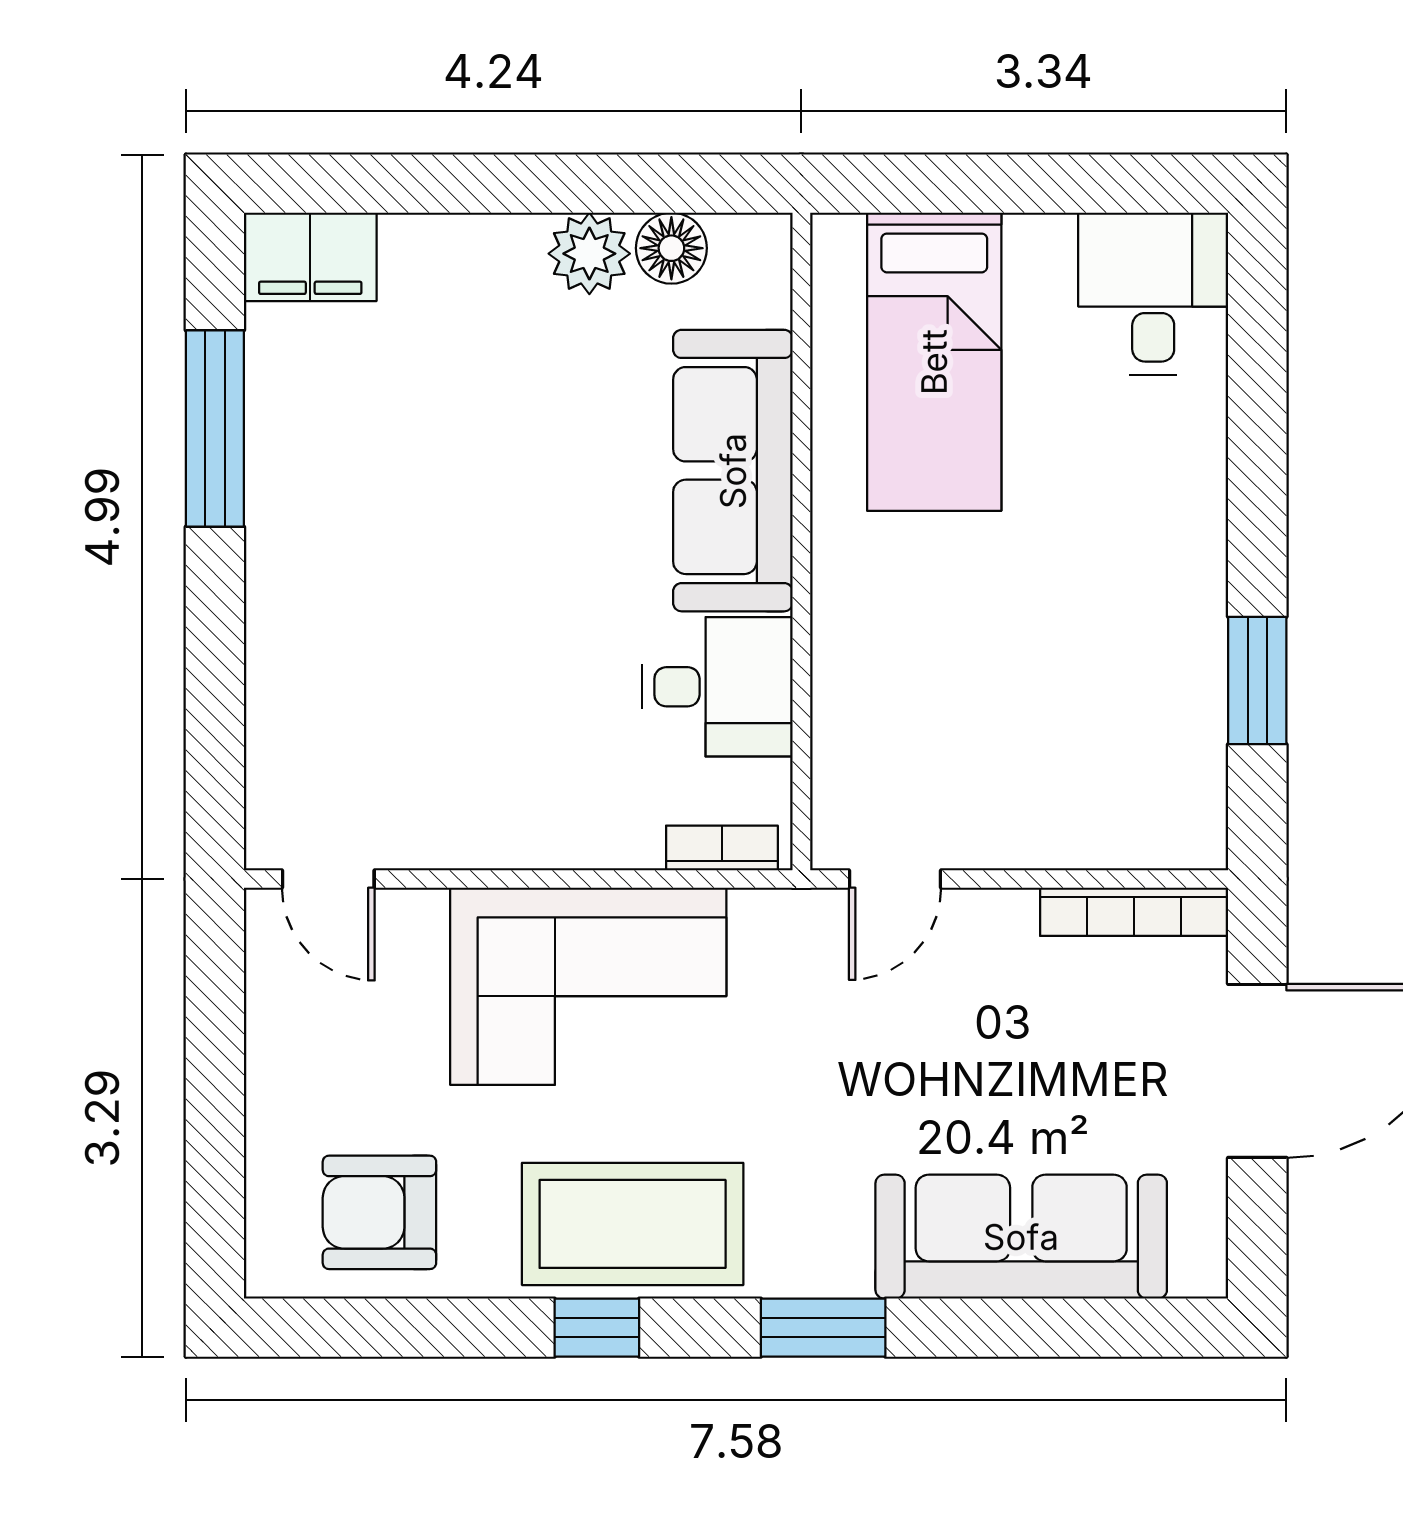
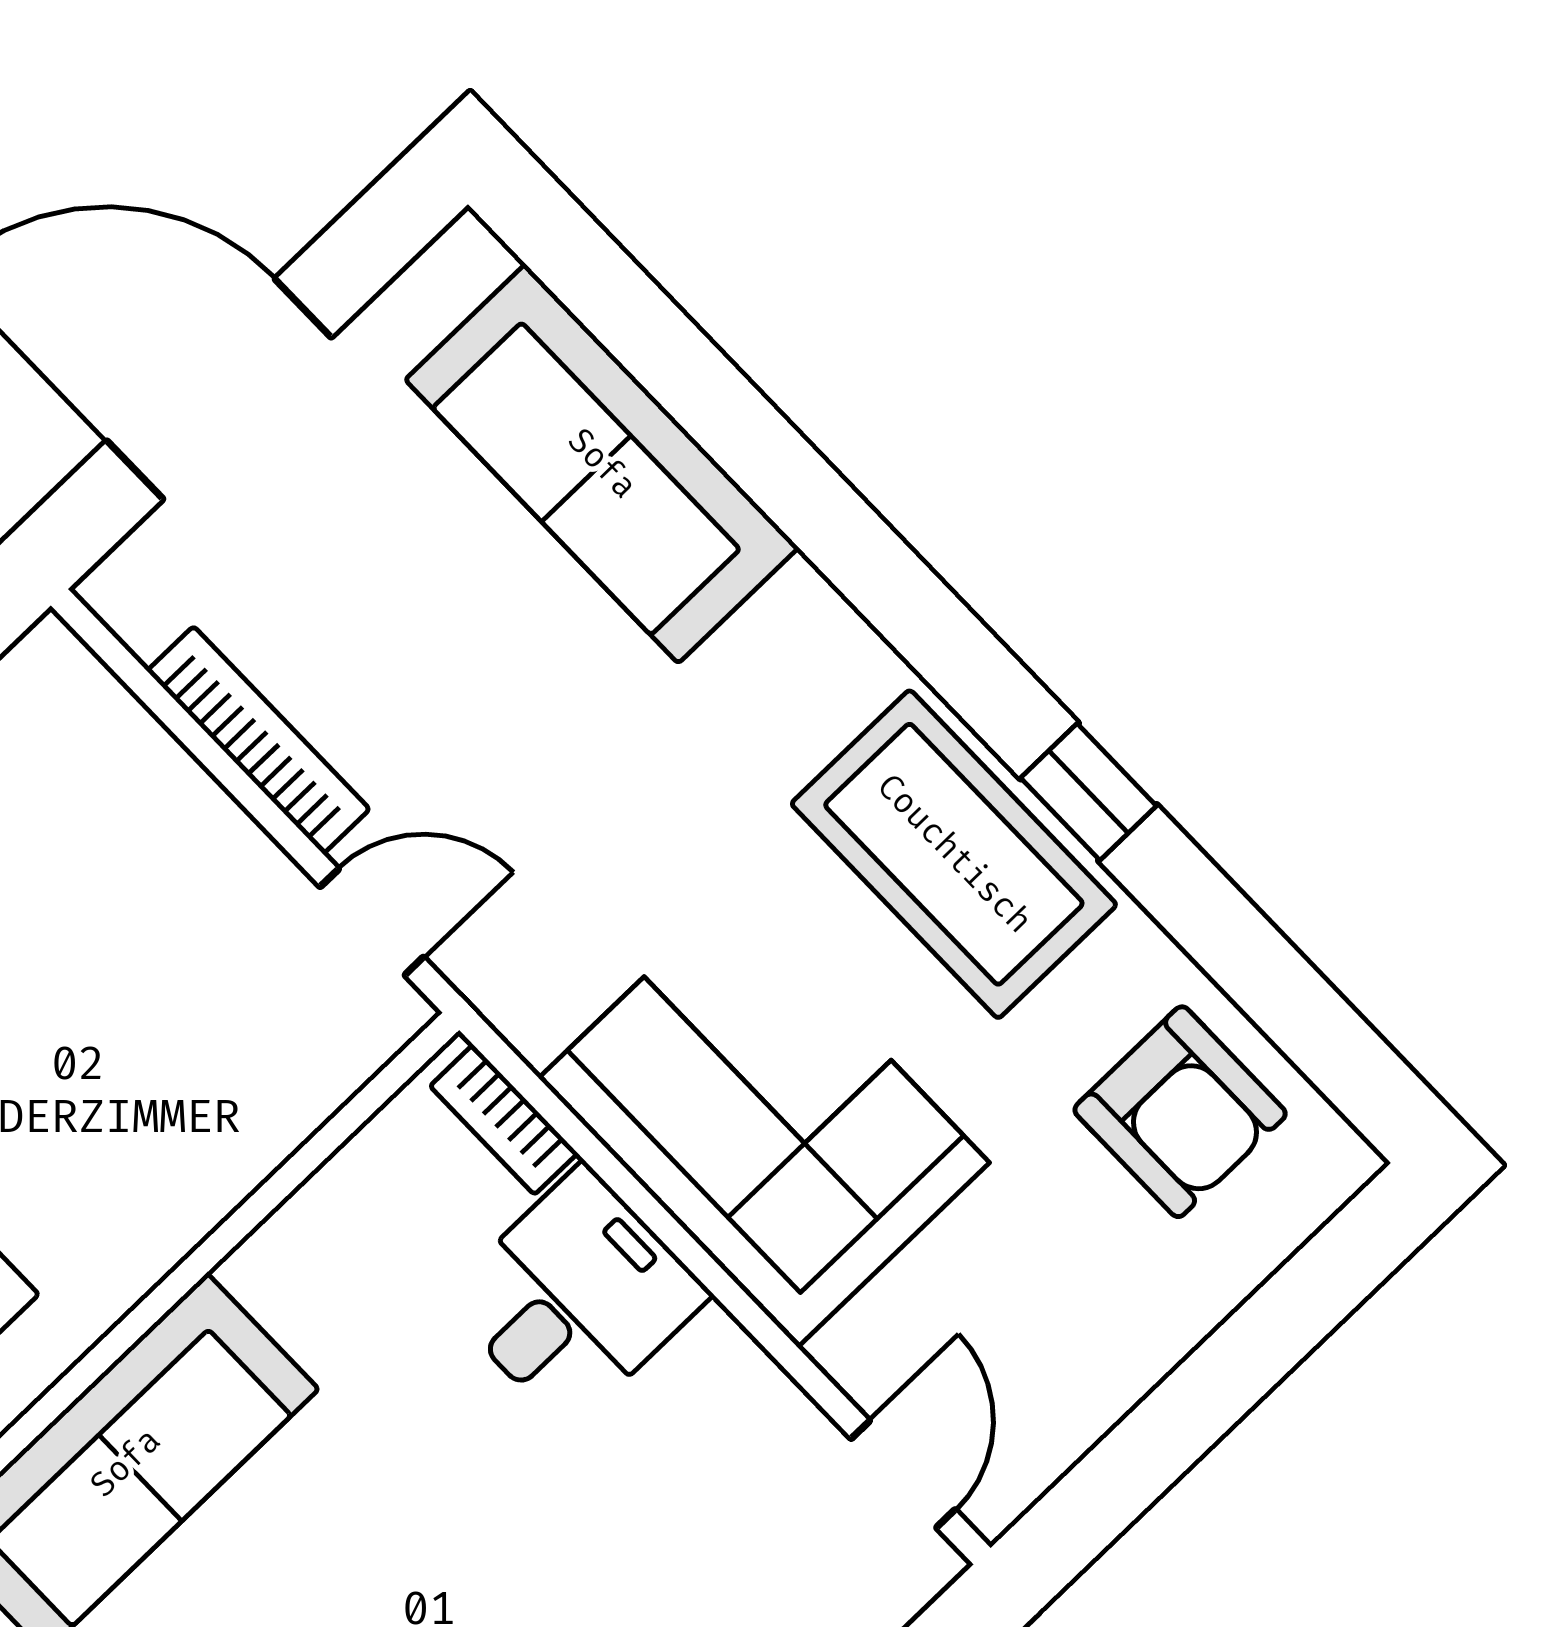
desk: (718, 687) -> (575, 1297), moved, turned 90
bookcase: (1134, 912) -> (258, 740), moved
window: (823, 1328) -> (876, 571), removed

